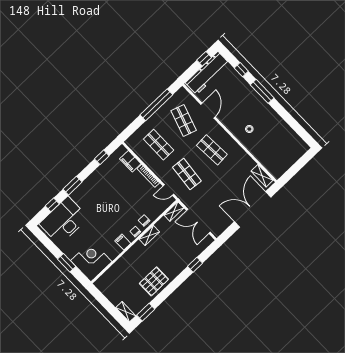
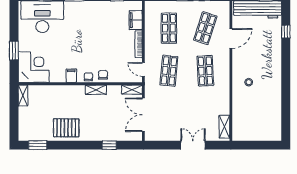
window: (262, 91) -> (286, 63), removed
double door: (253, 209) -> (193, 145), width x0.54
shelving: (126, 312) -> (23, 96), moved

